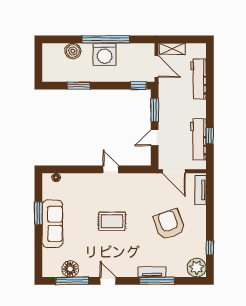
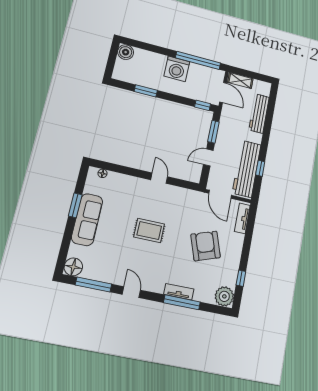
window: (106, 39) -> (198, 60), moved
boiler: (73, 51) -> (126, 52), moved
workbench: (198, 140) -> (247, 169), width x1.36, depth x1.32
floor lamp: (70, 269) -> (73, 267), moved

